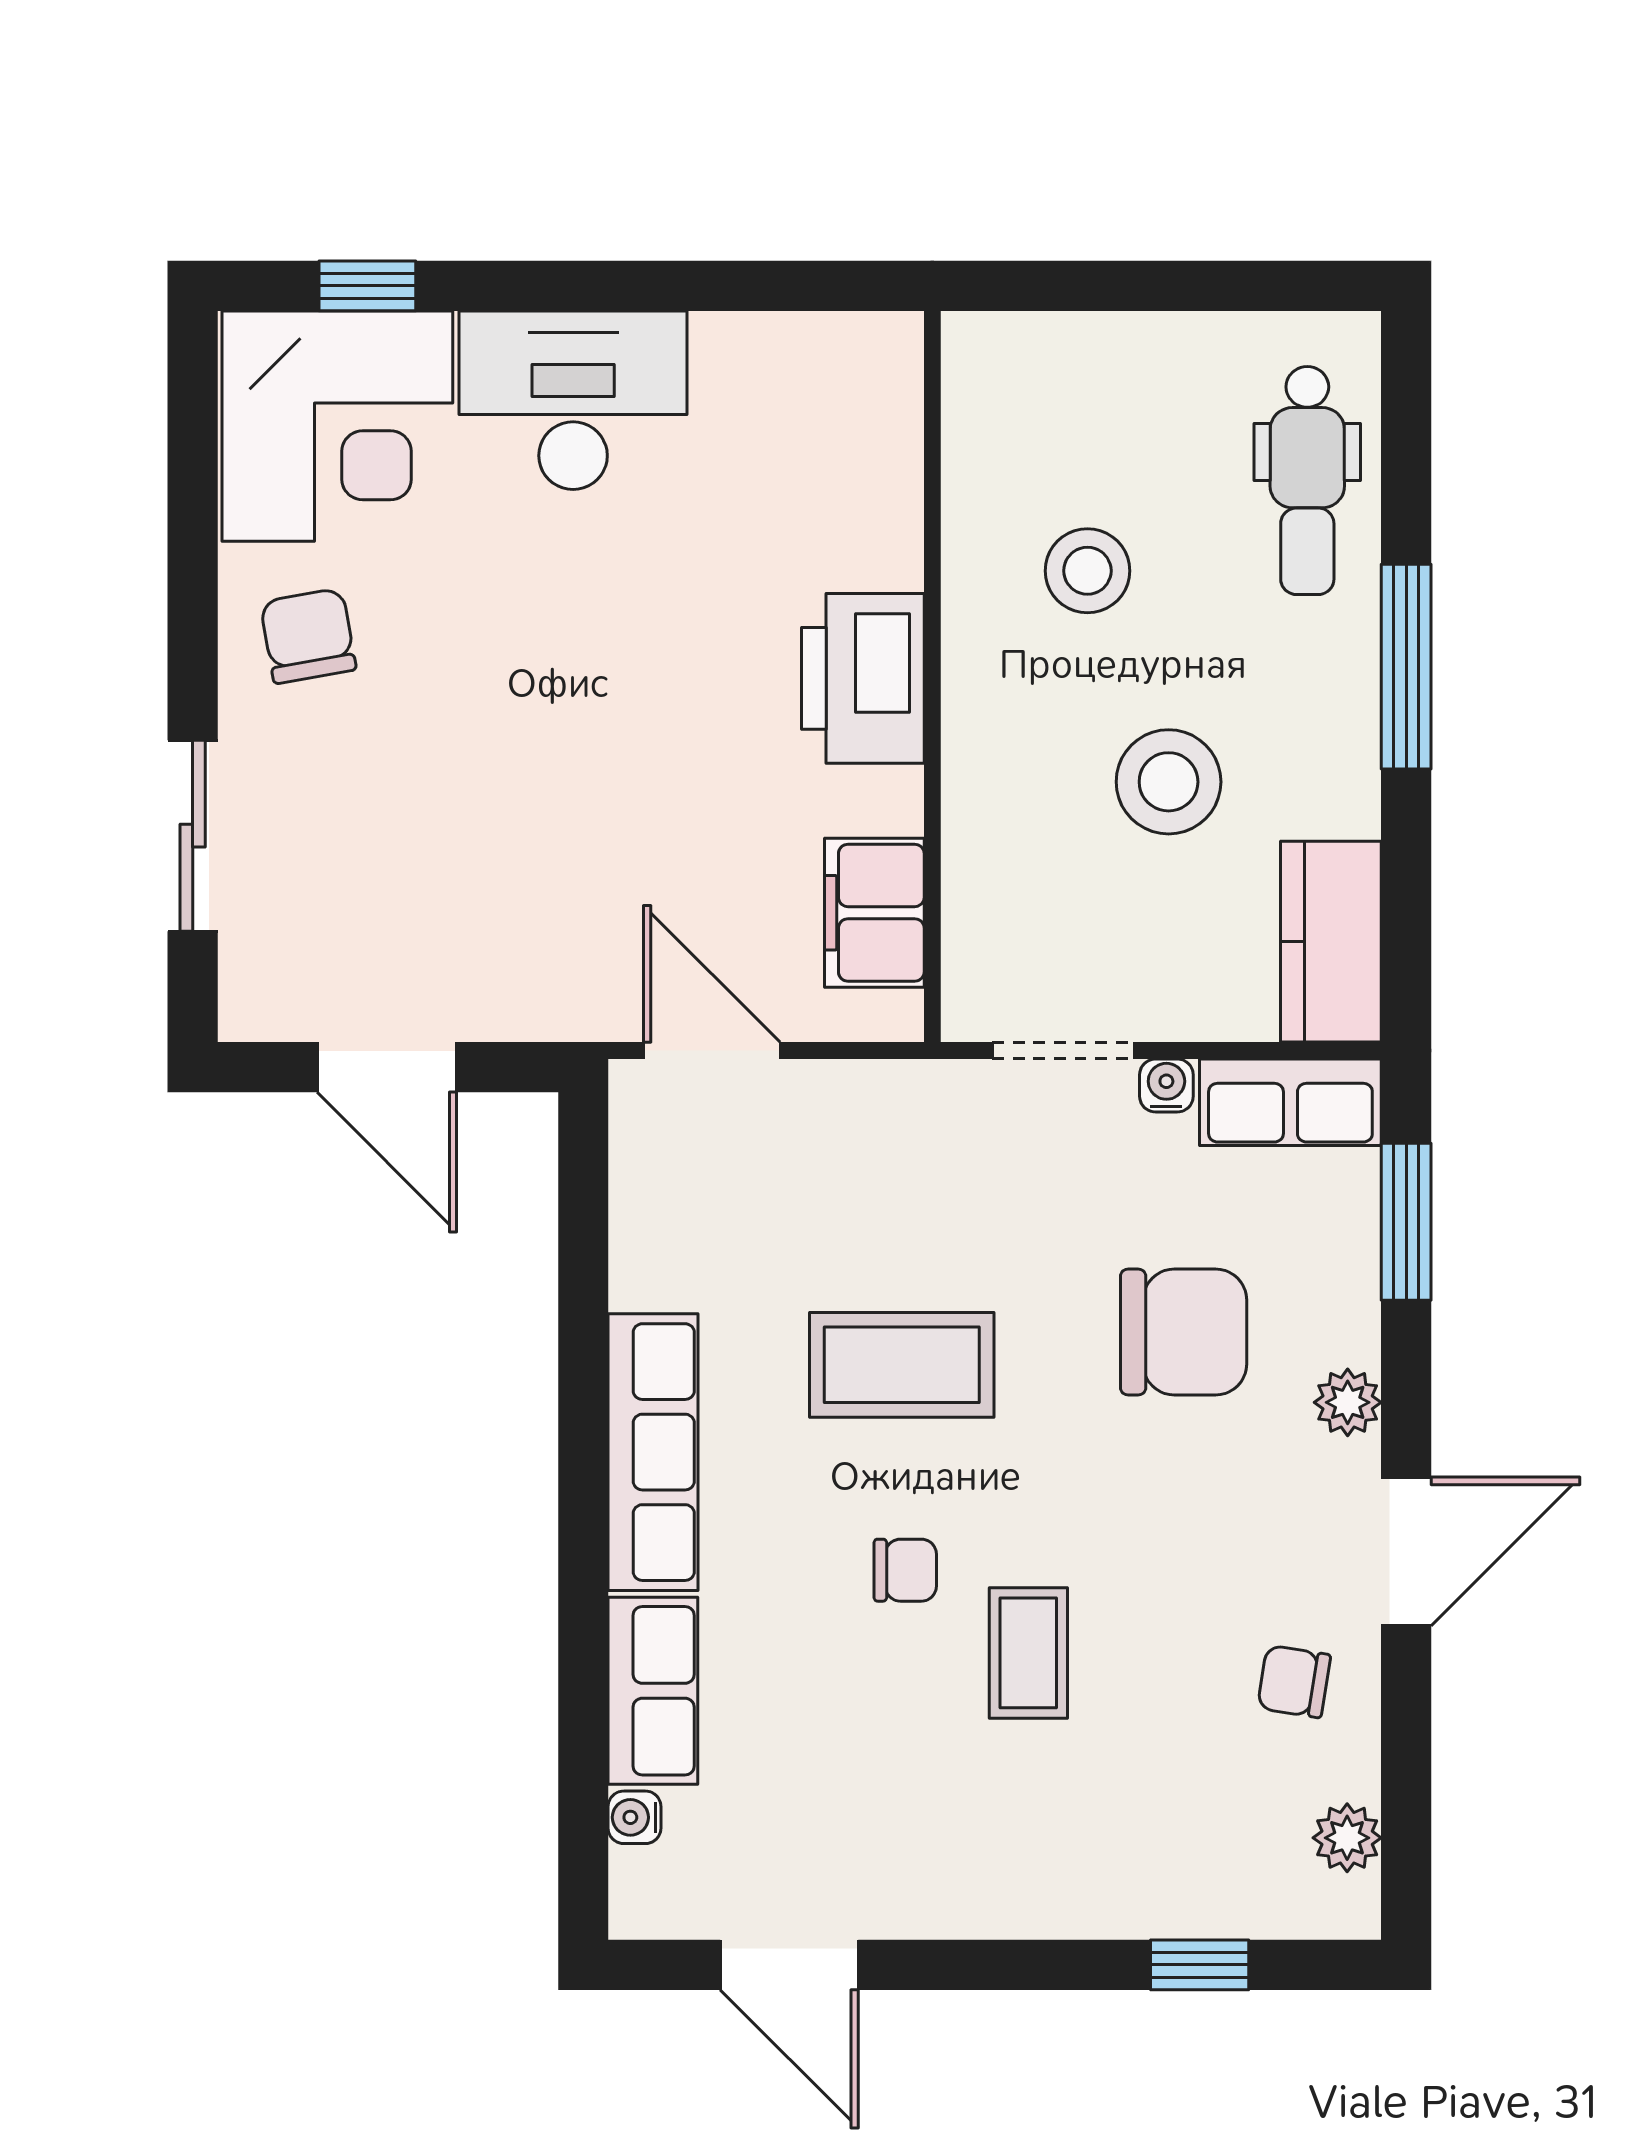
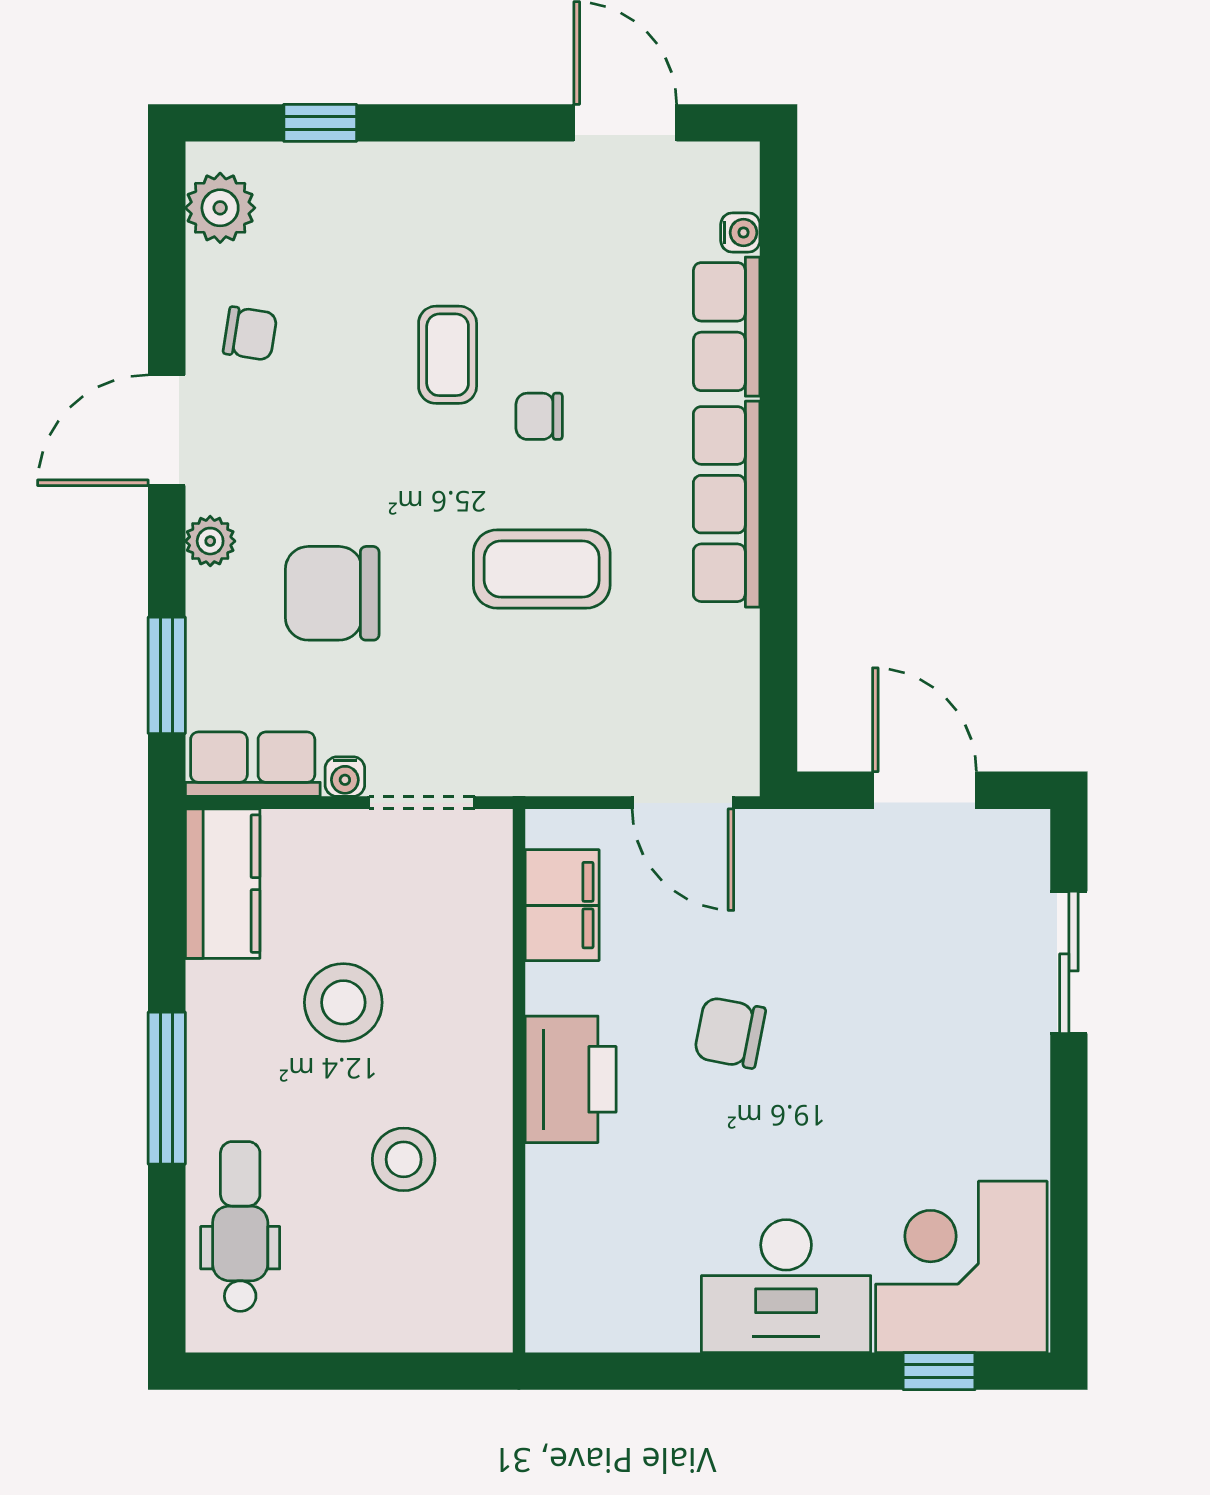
chair: (308, 636) -> (730, 1033), moved, turned 111
plant: (1347, 1838) -> (220, 208), width x1.38, depth x1.38

